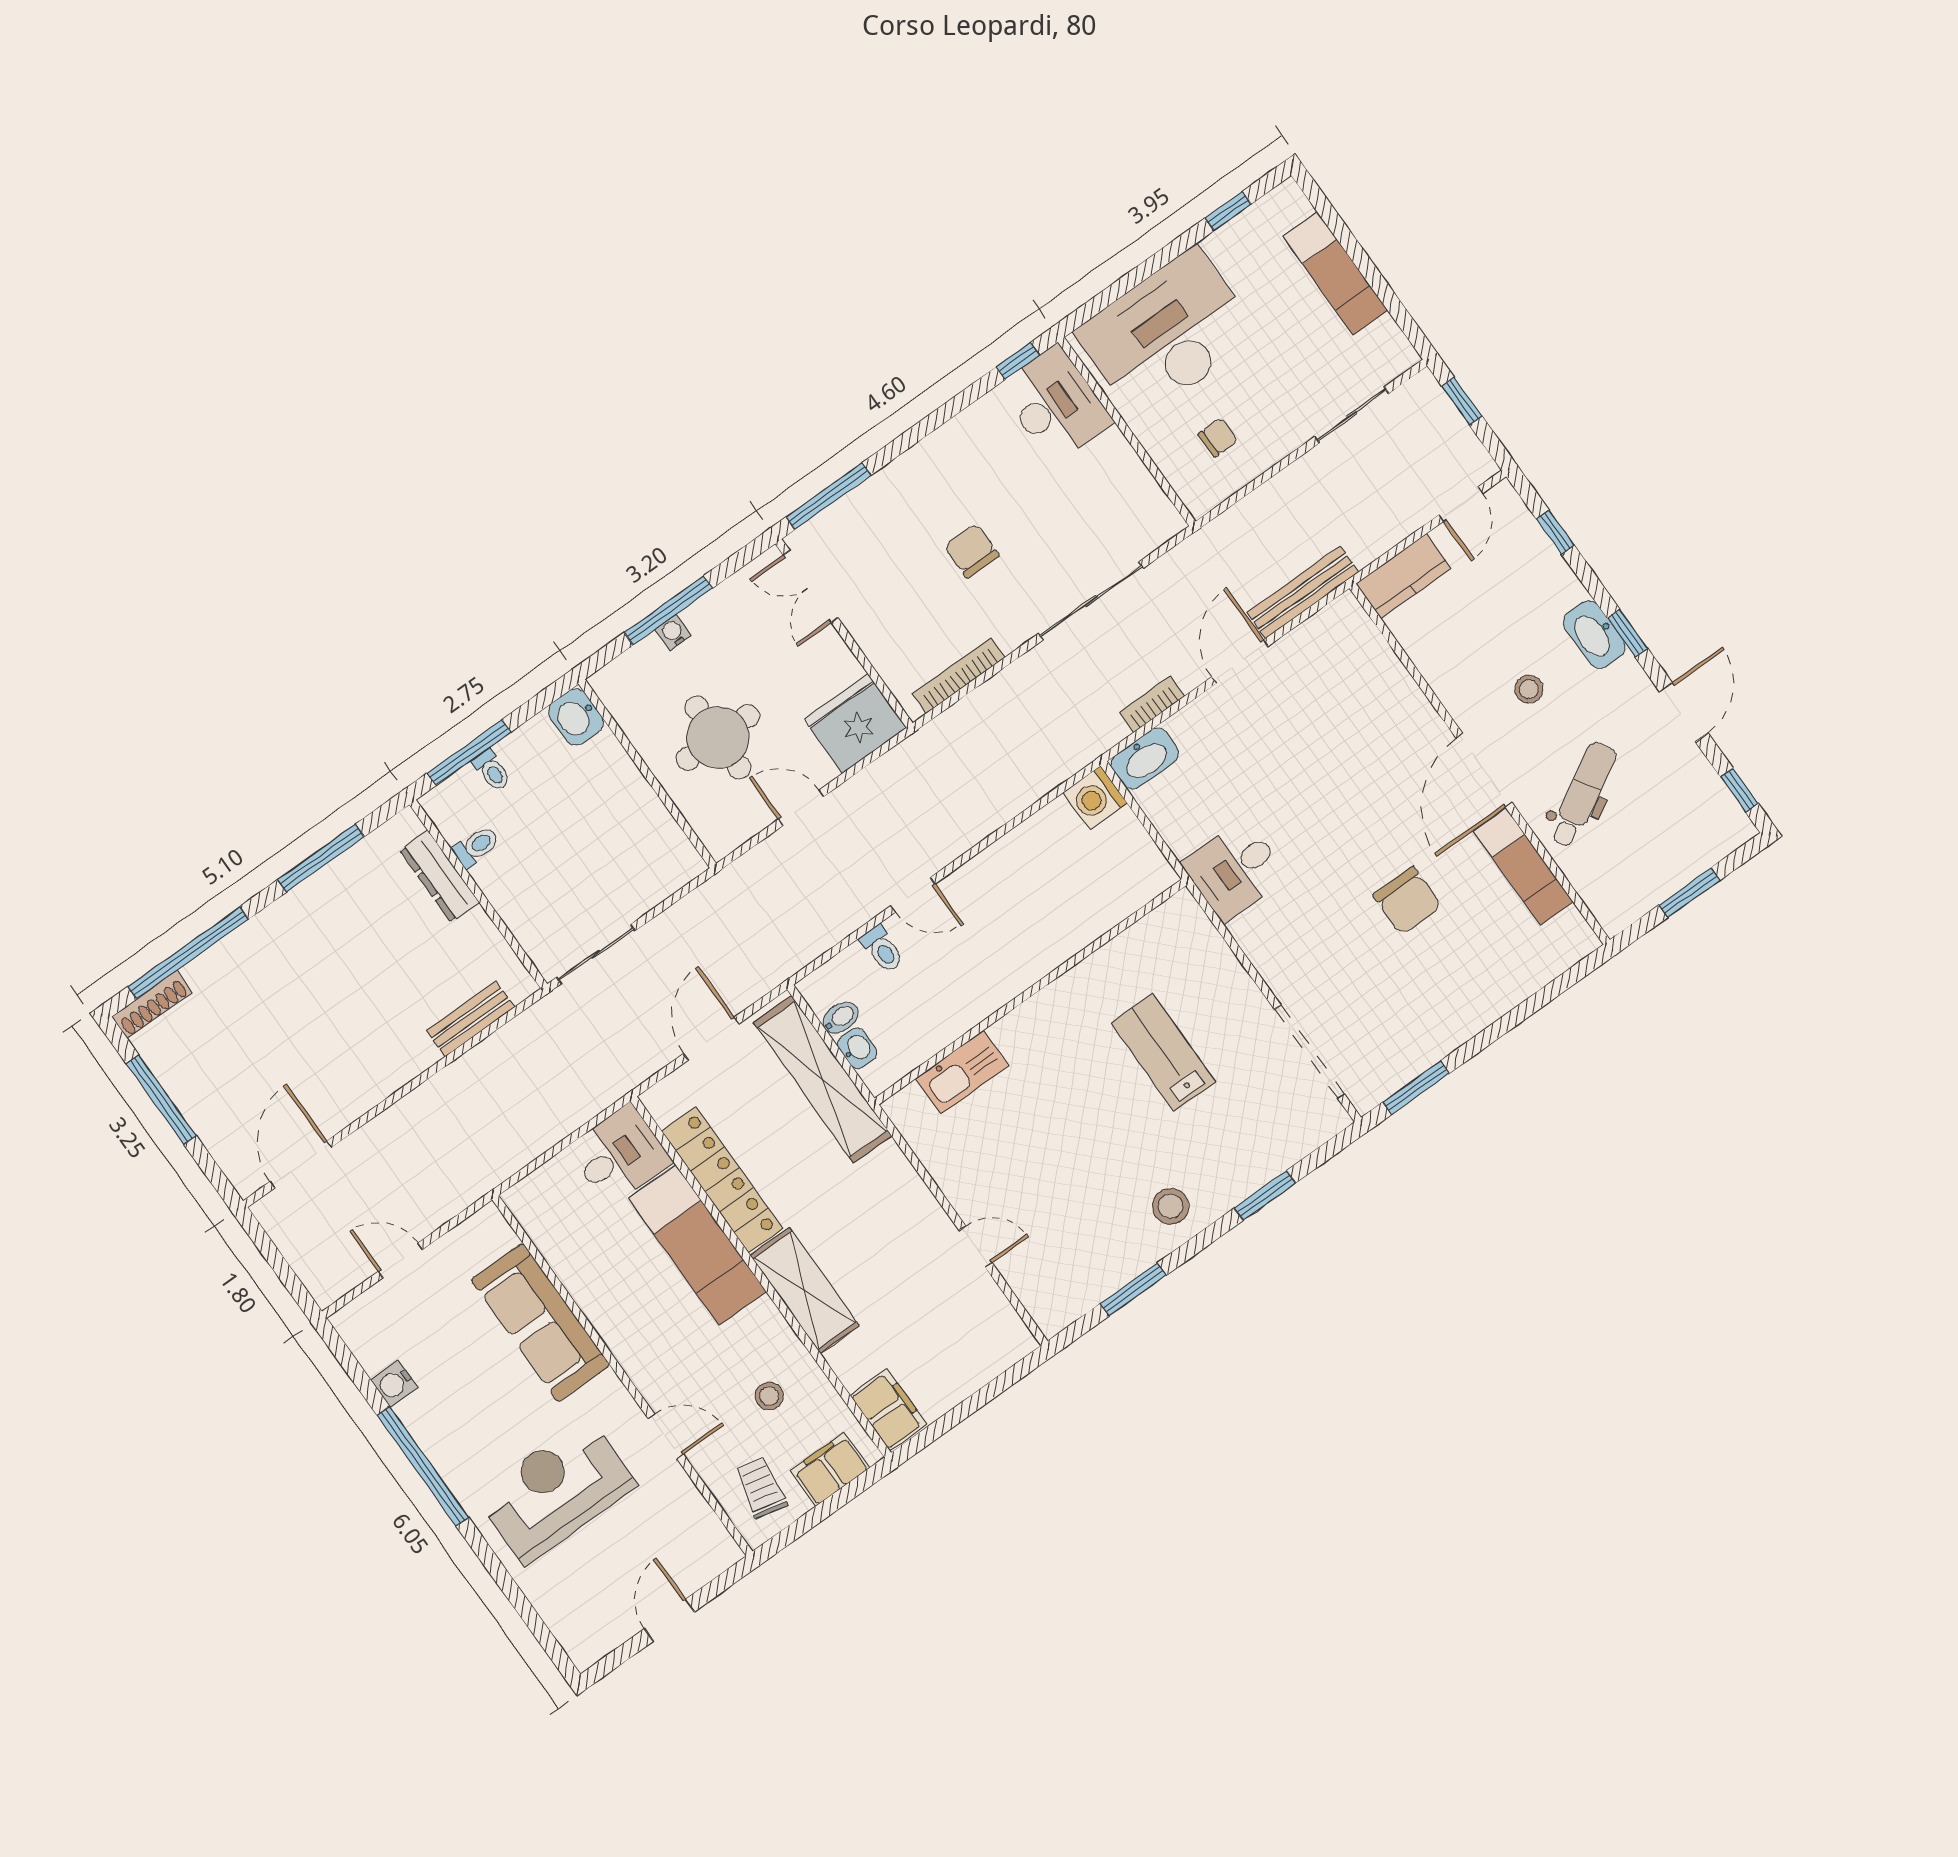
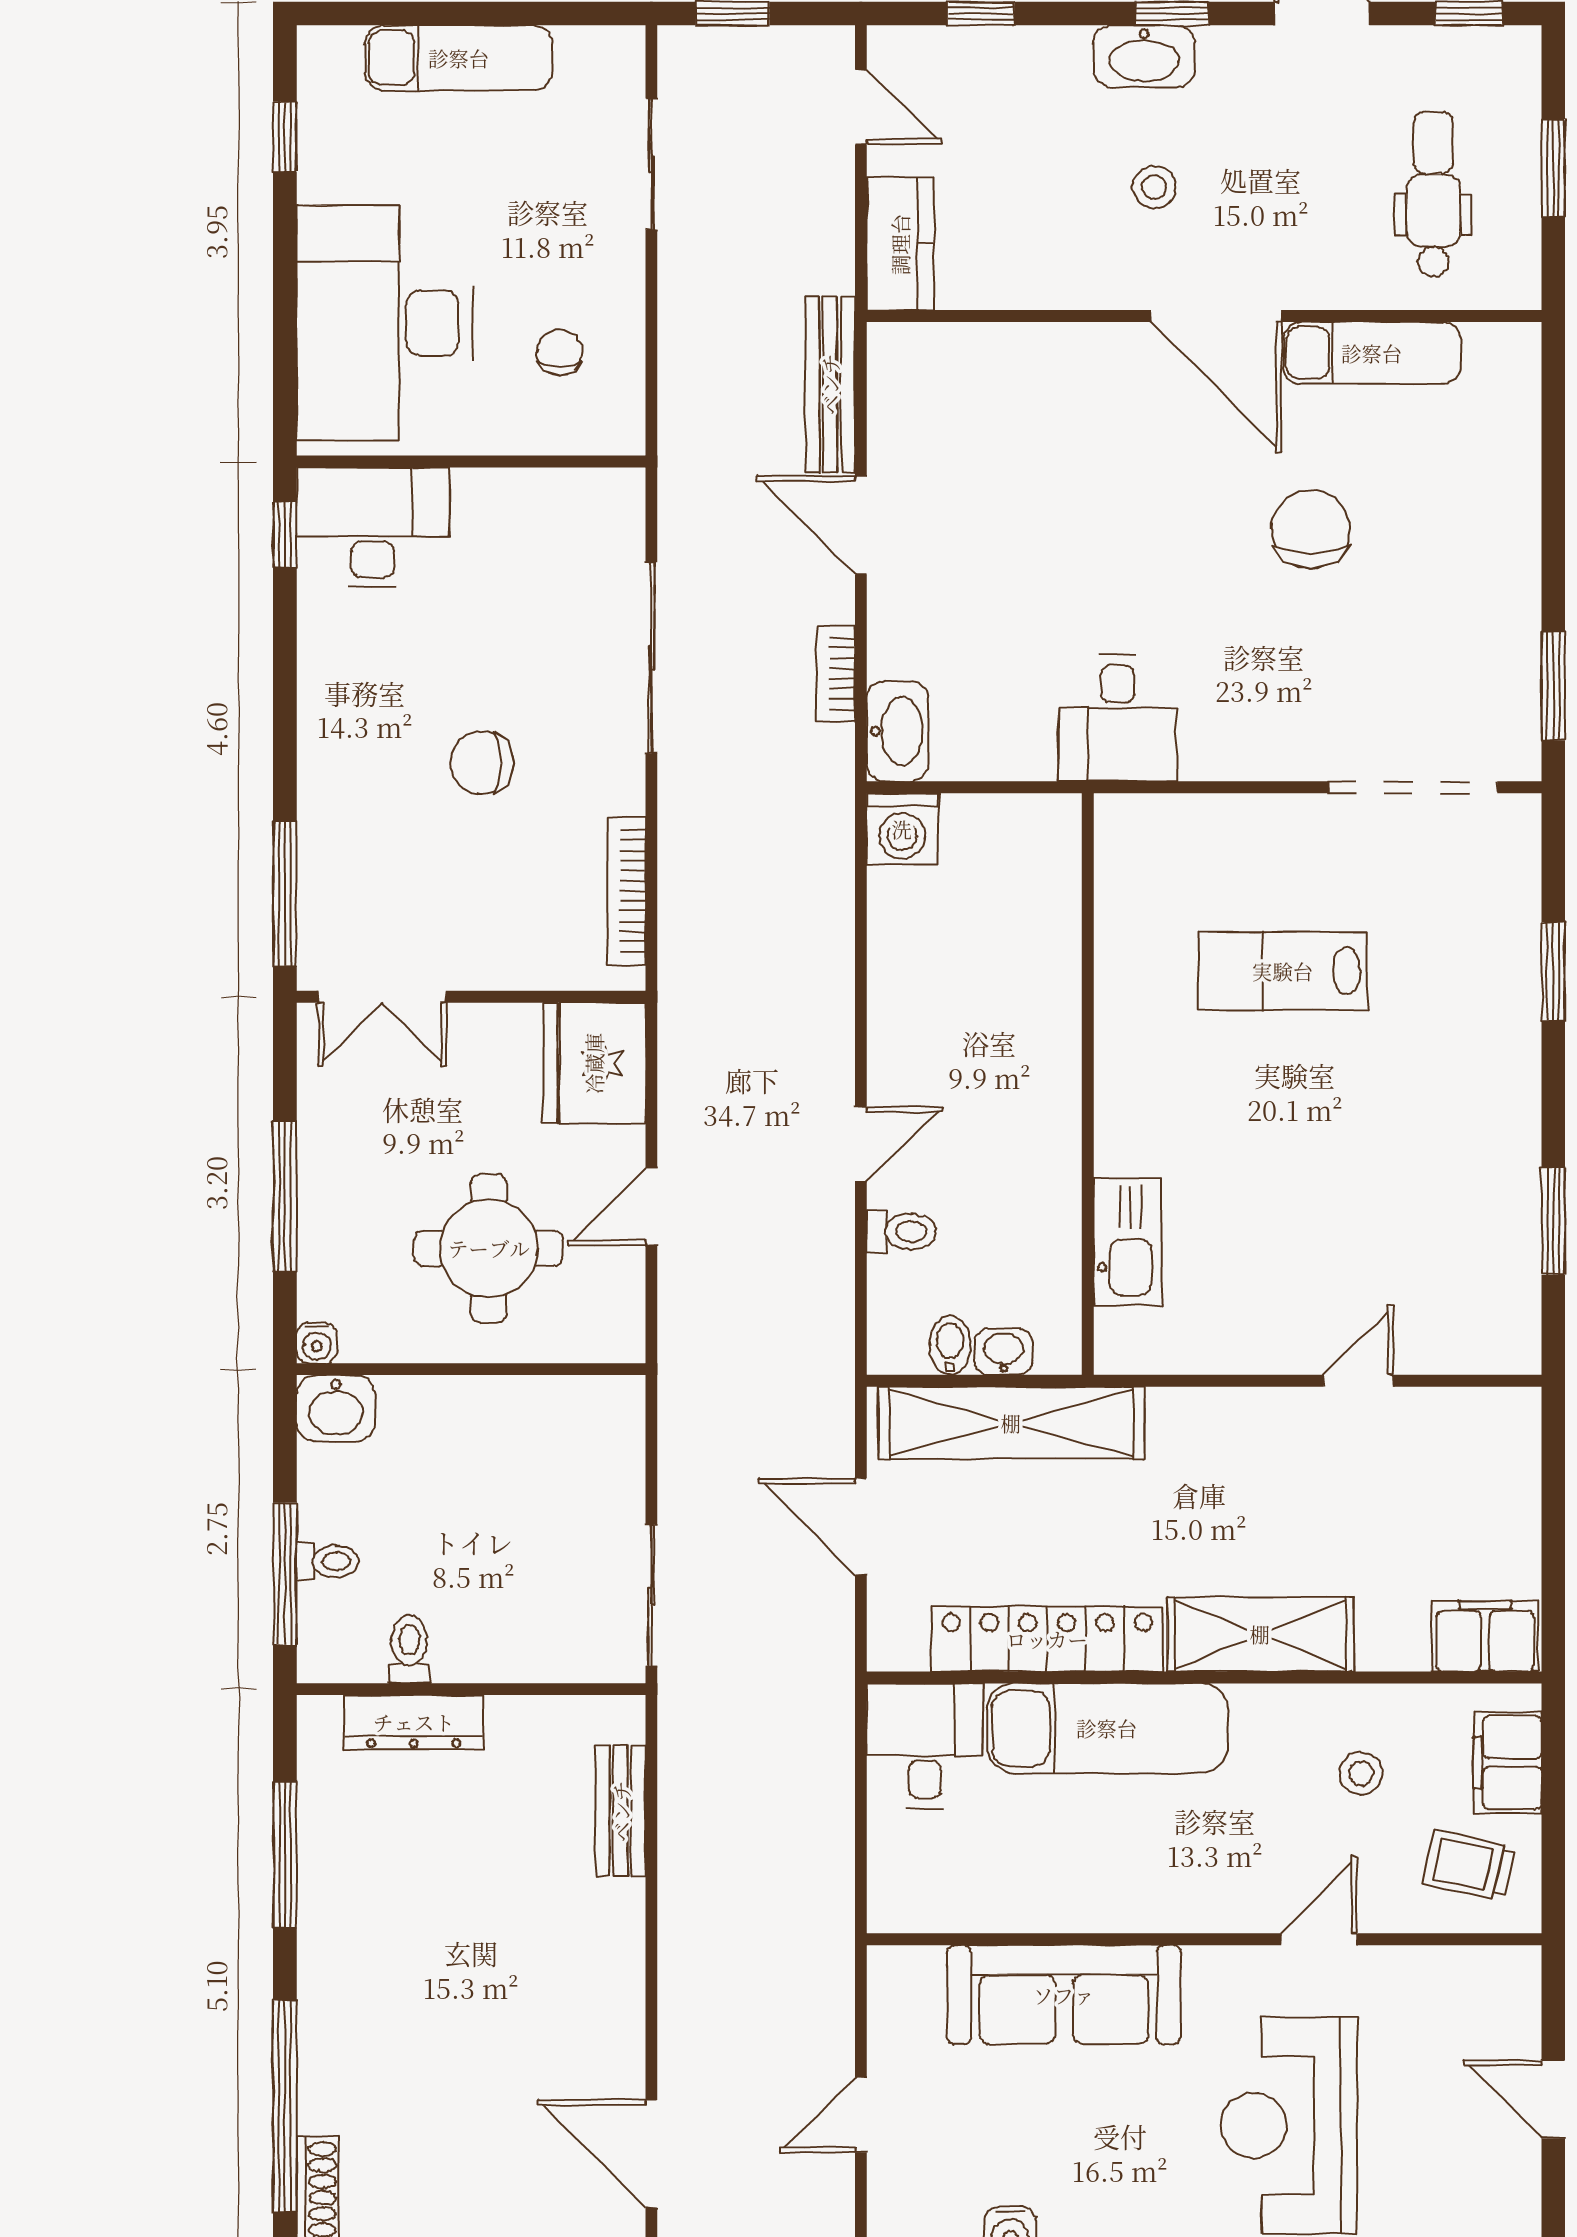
water cooler: (673, 632) -> (317, 1343), moved, turned -90
dental chair: (1583, 795) -> (1433, 194), moved, turned 30
chair: (1407, 901) -> (1311, 529), turned -90
stool: (1171, 1206) -> (1482, 1100), removed

